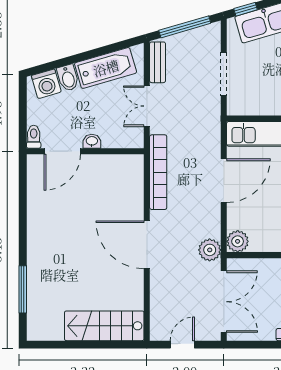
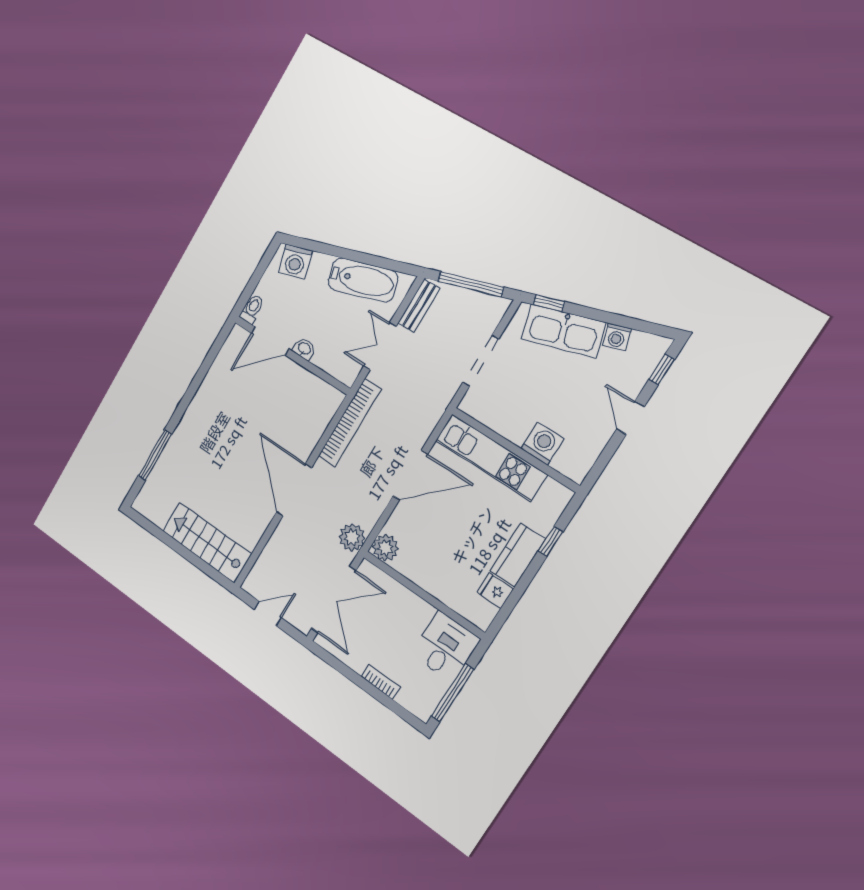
bidet: (68, 78) -> (320, 268), removed

